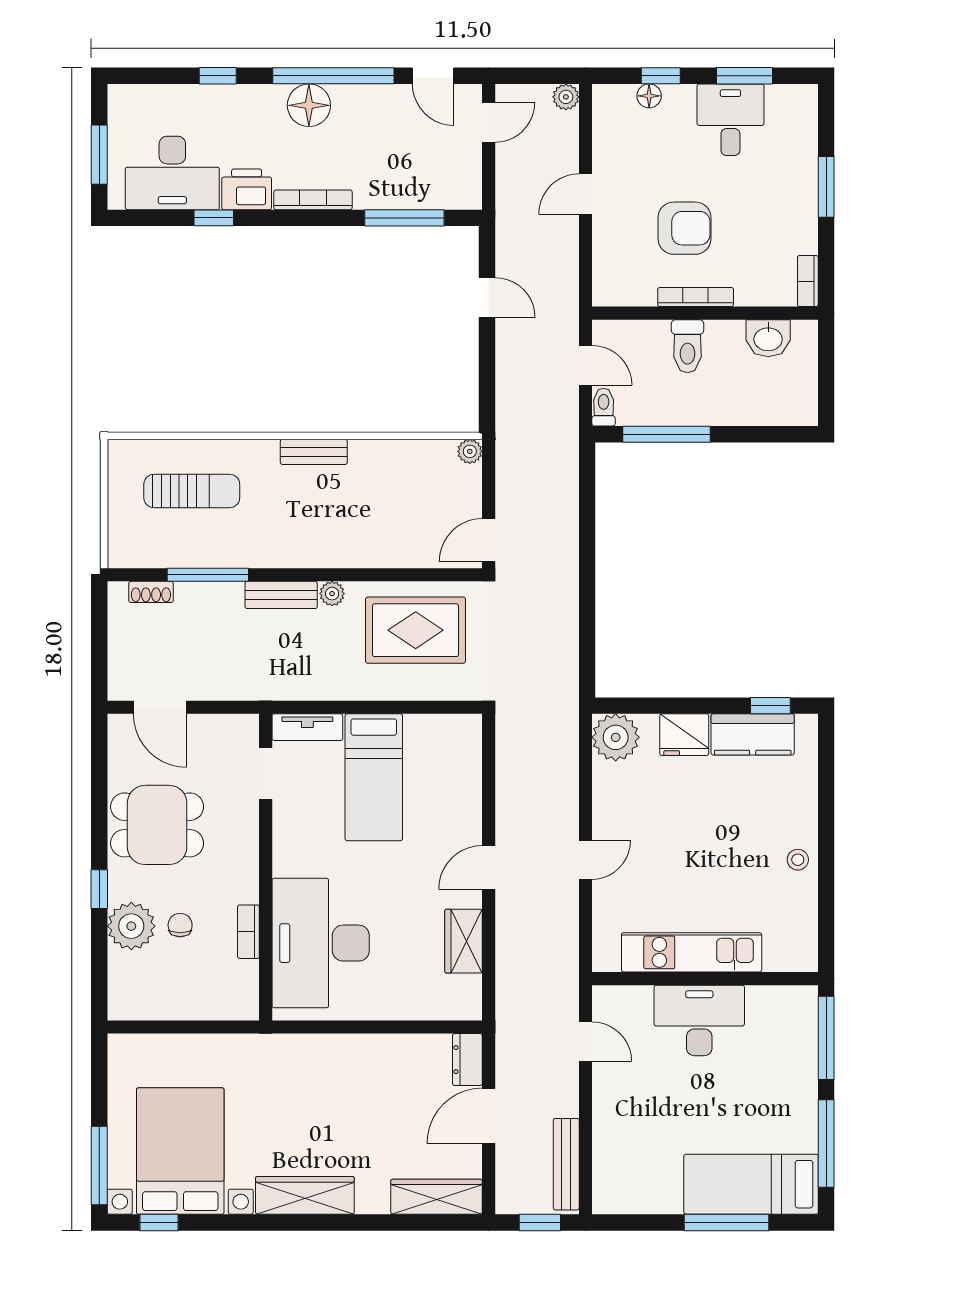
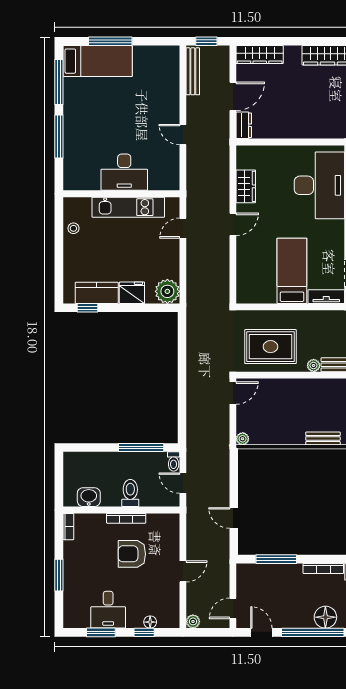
kitchen unit: (692, 952) -> (128, 207), moved
wall: (705, 979) -> (121, 194), moved
desk: (699, 1020) -> (124, 172), moved

